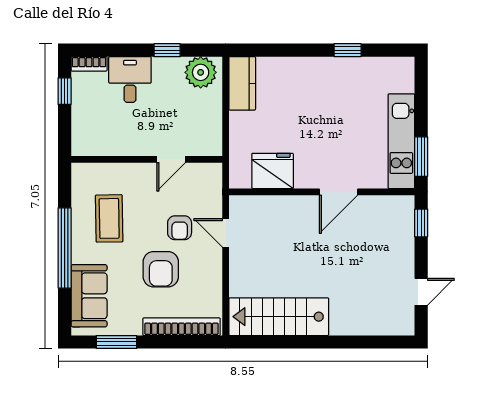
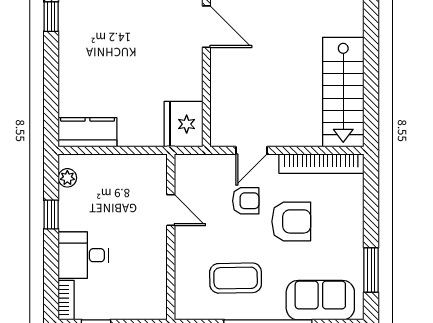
plant: (201, 72) -> (67, 178), width x0.53, depth x0.53
fridge: (273, 171) -> (183, 124), moved
bookcase: (181, 327) -> (321, 164), moved, turned -90

